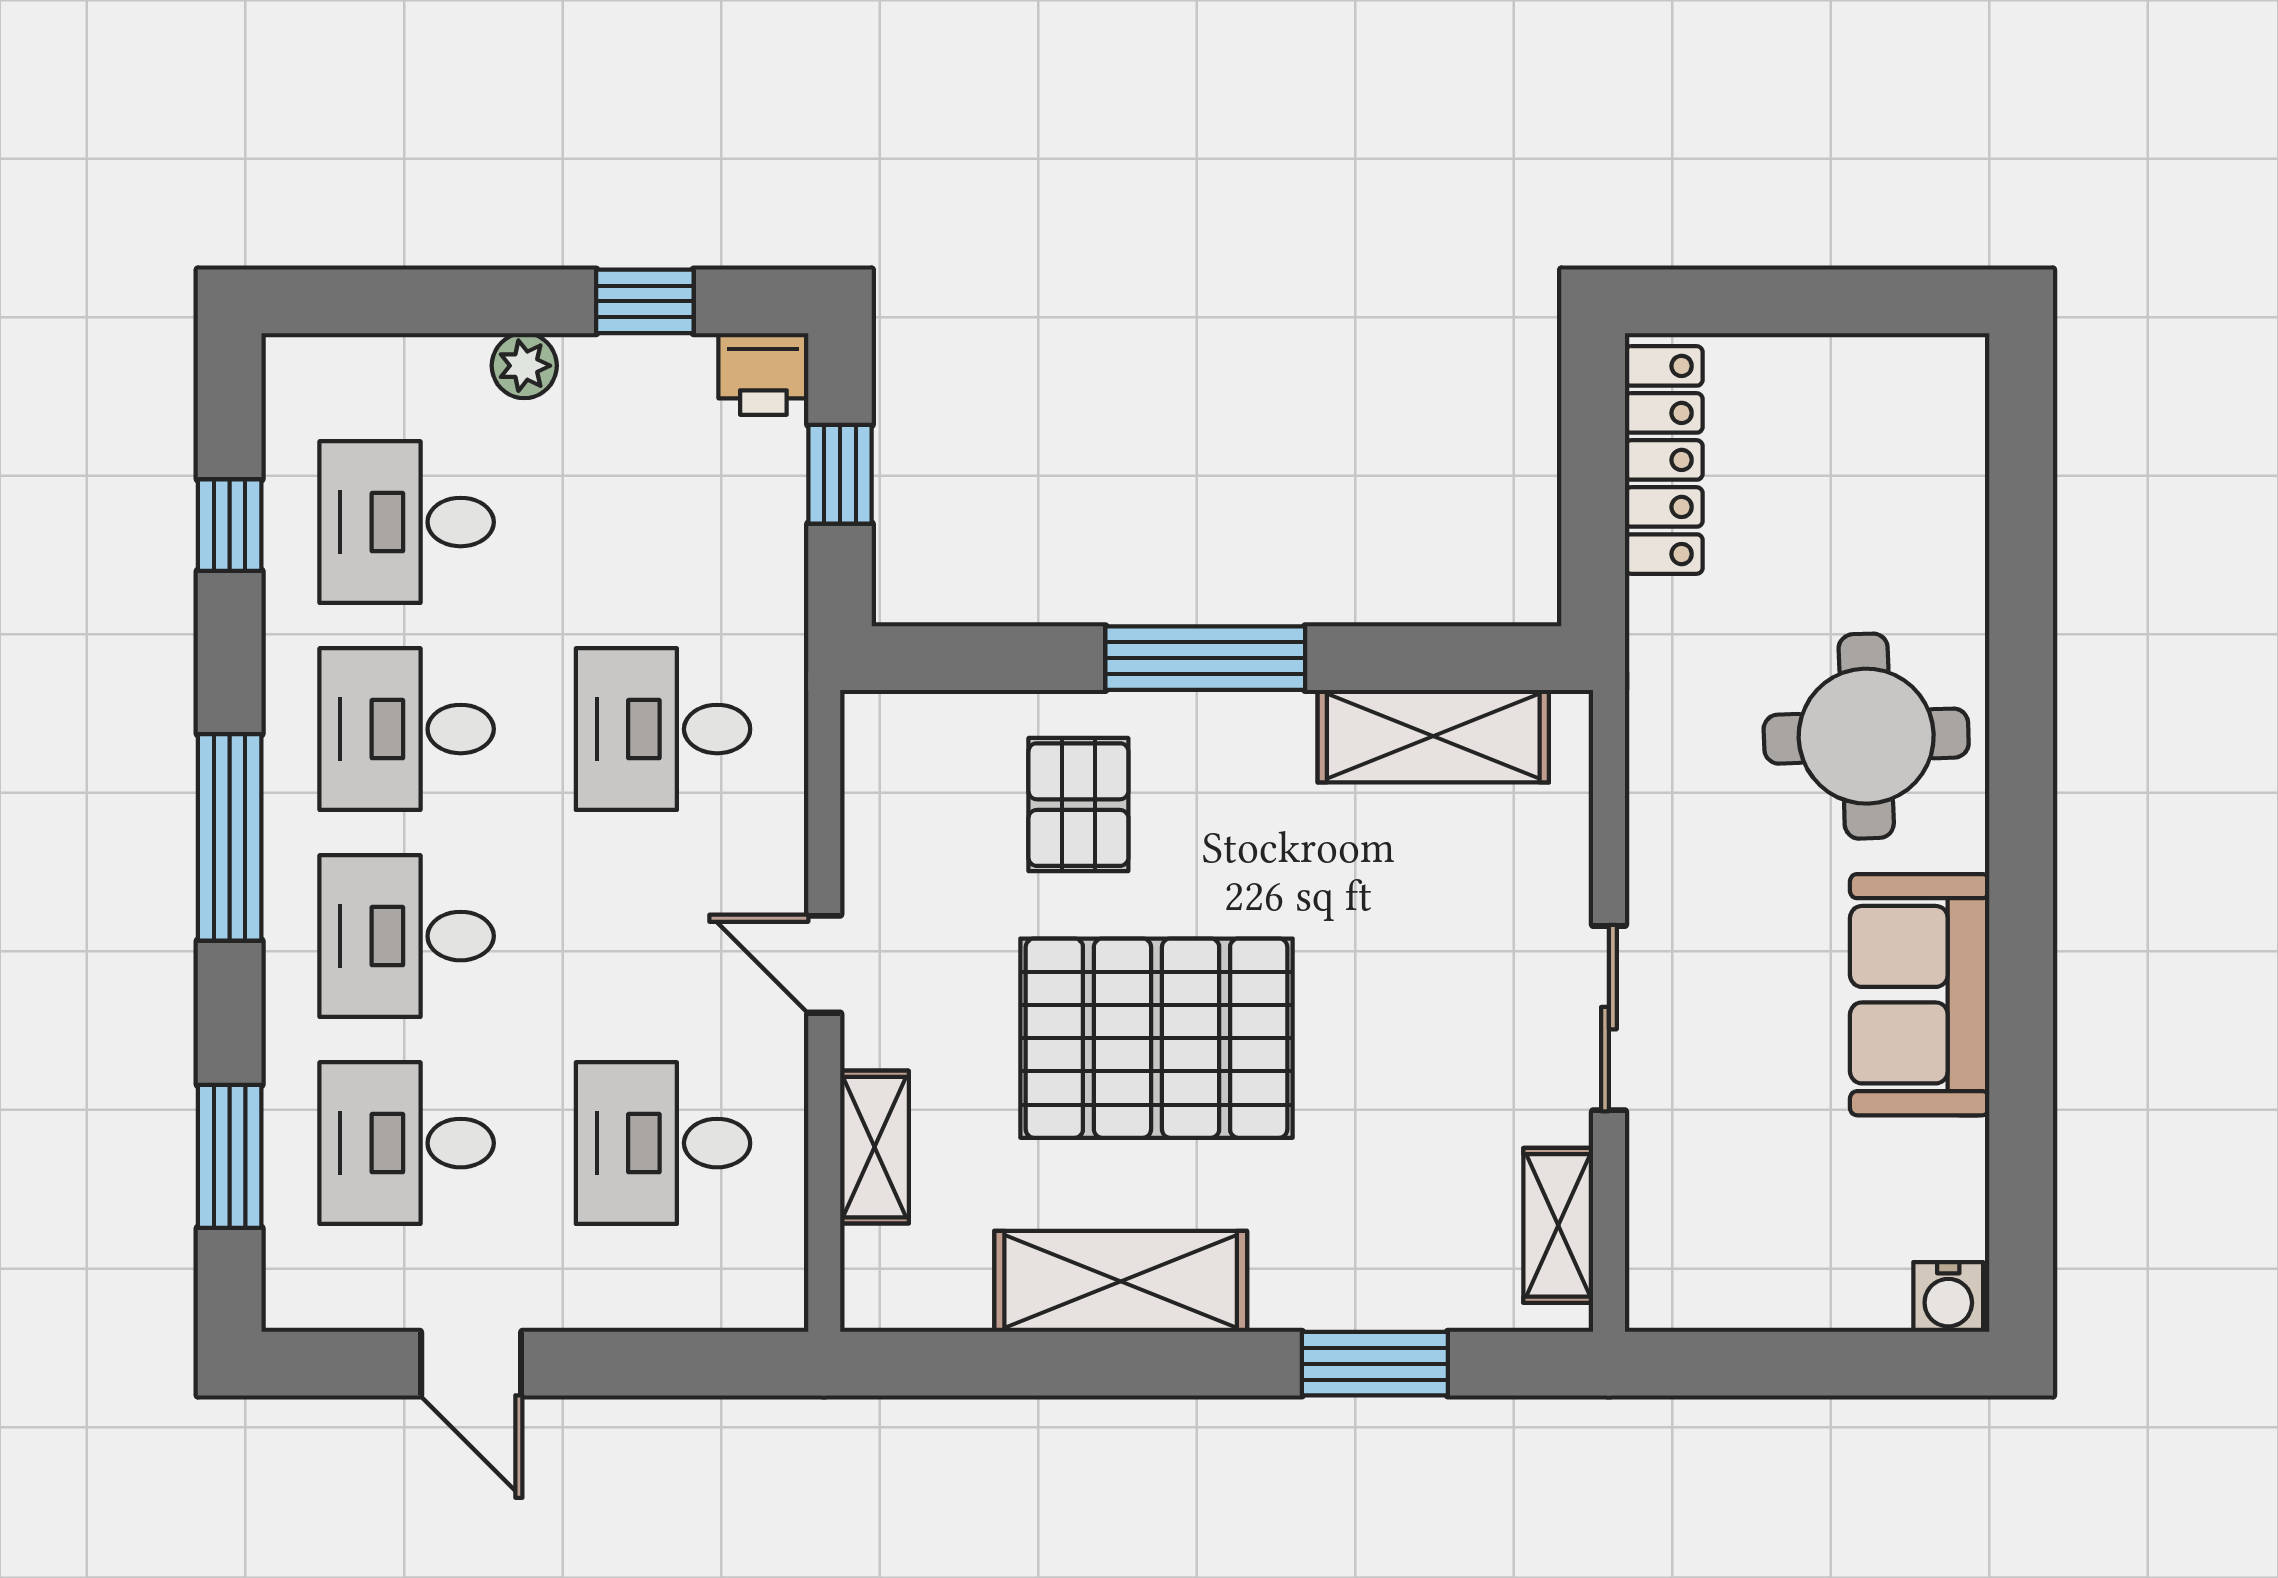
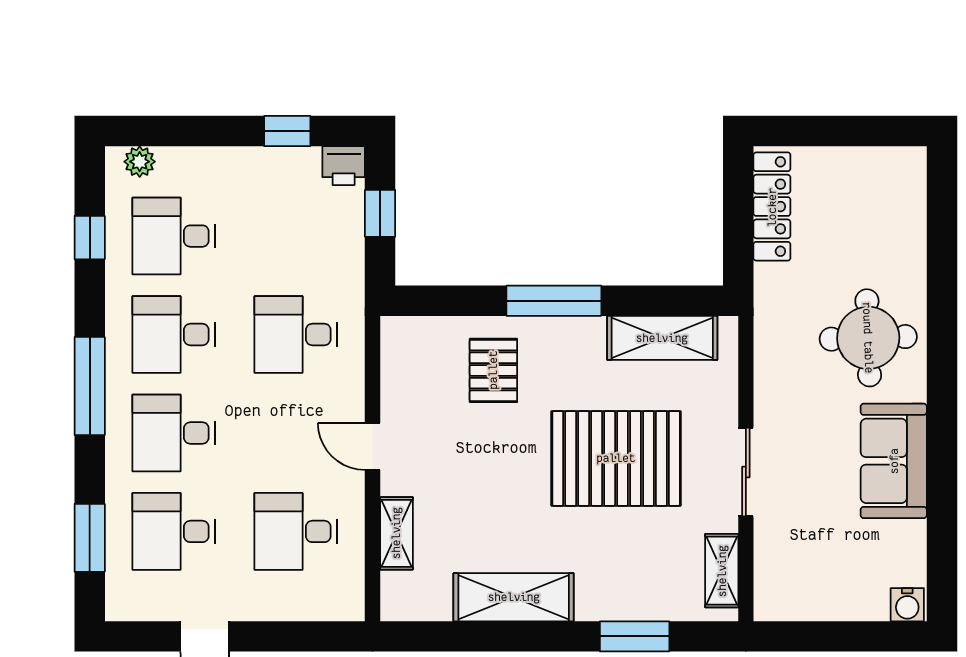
plant: (524, 366) -> (140, 162), moved
pallet: (1157, 1038) -> (616, 458), moved

